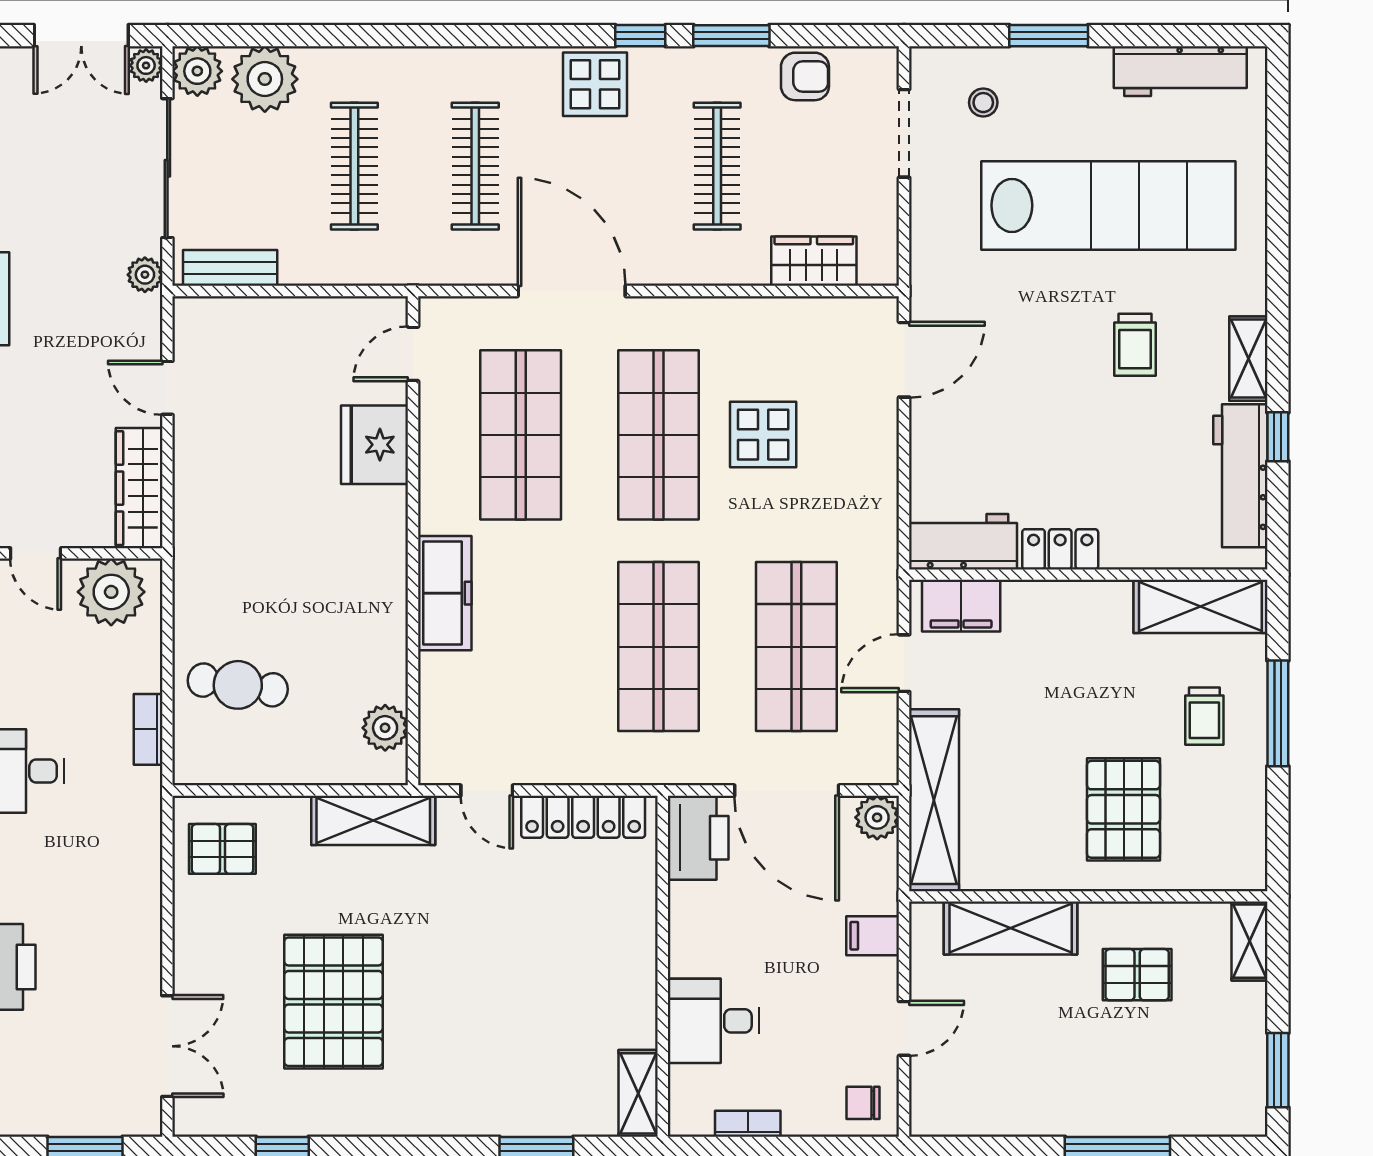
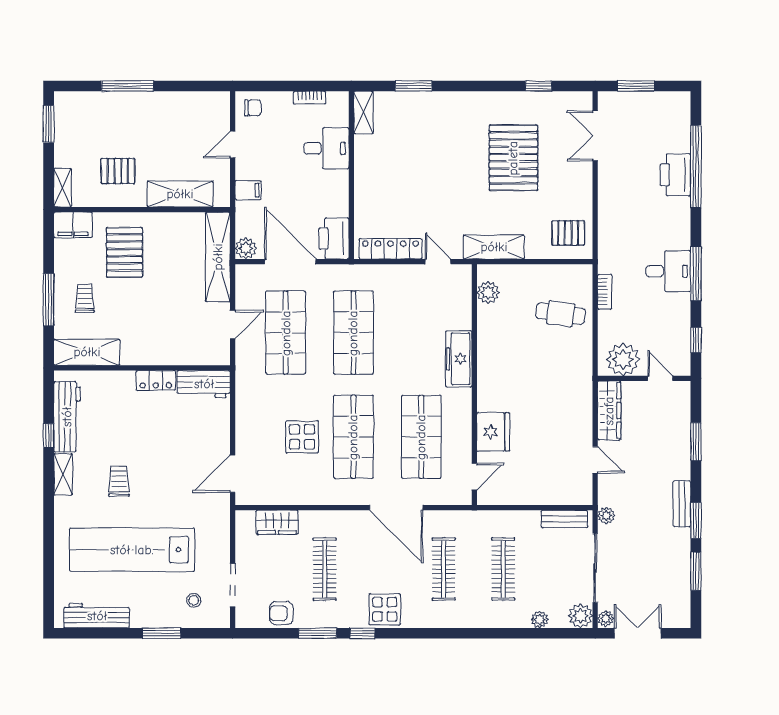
plant: (265, 79) -> (540, 619), width x0.53, depth x0.53
filing cabinet: (961, 606) -> (73, 225), moved, turned 180

